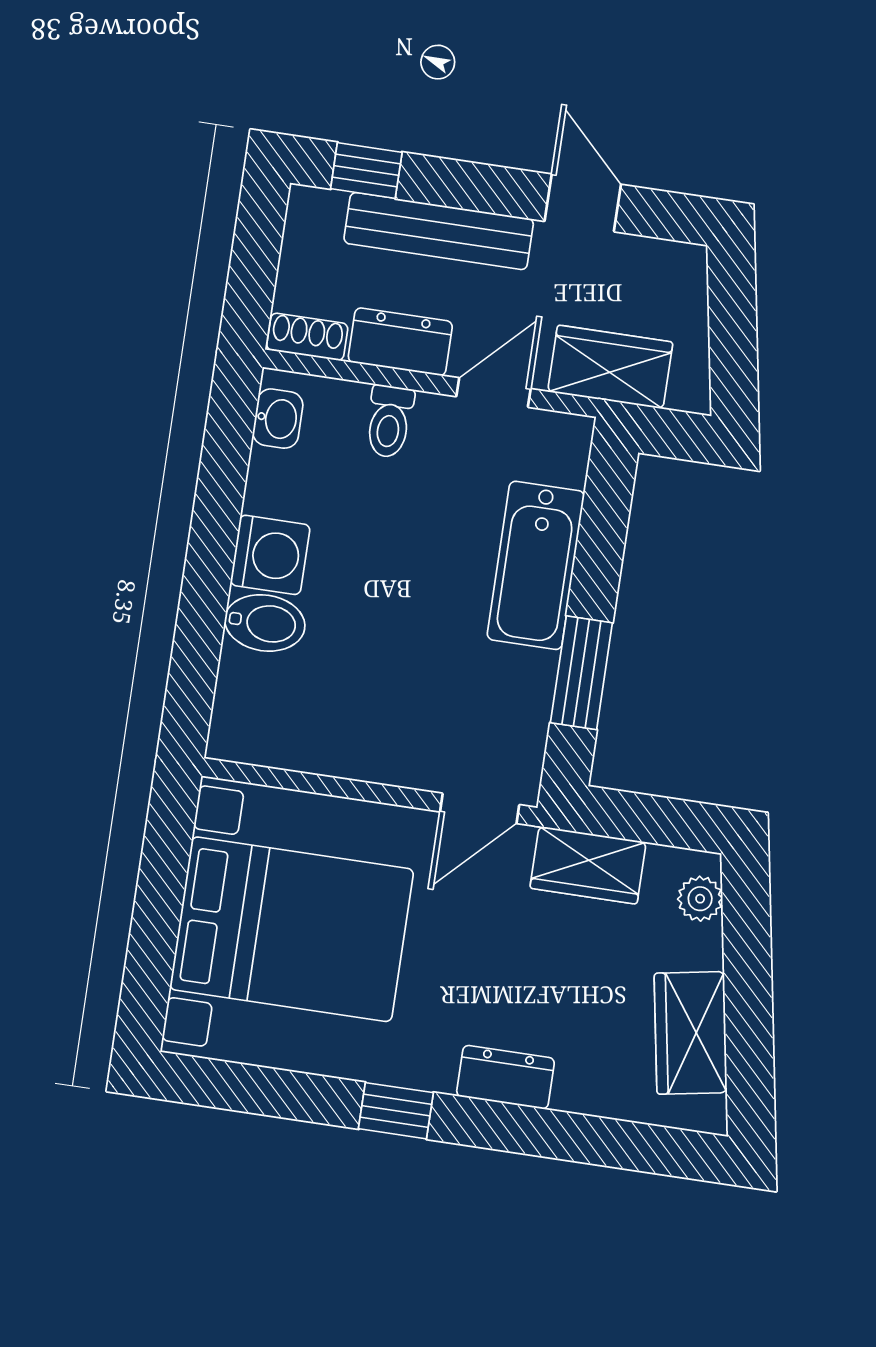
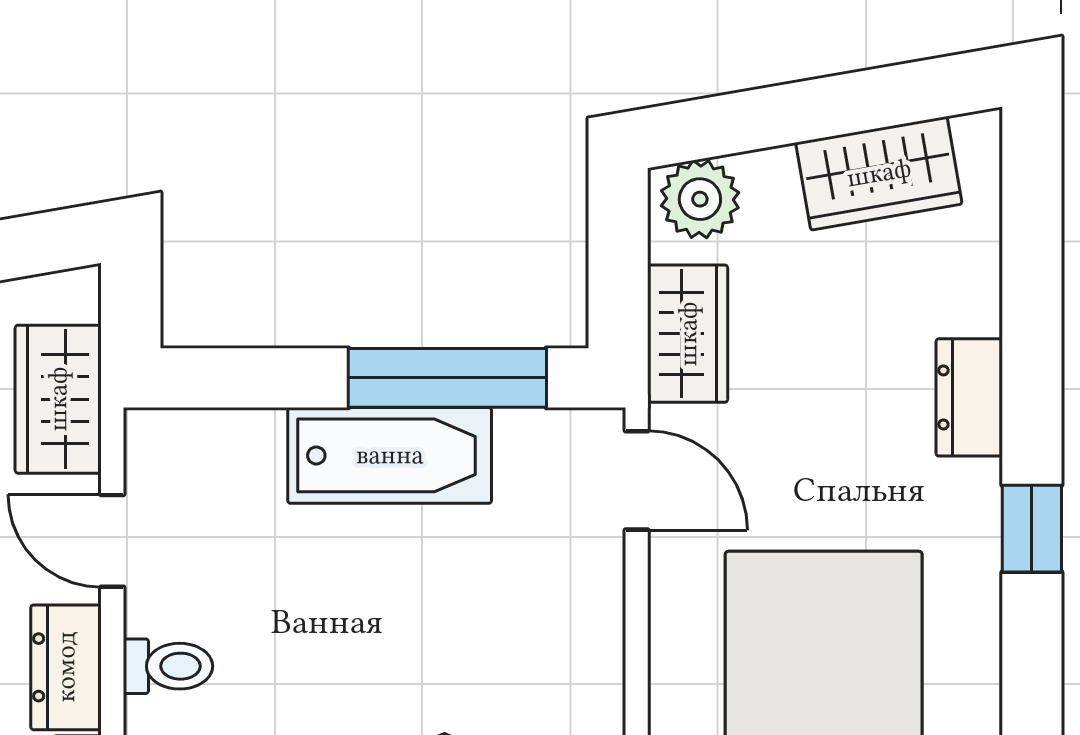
bathtub: (536, 565) -> (390, 455), moved
window: (581, 673) -> (447, 378), width x1.44
plant: (700, 899) -> (700, 199), width x1.38, depth x1.38

